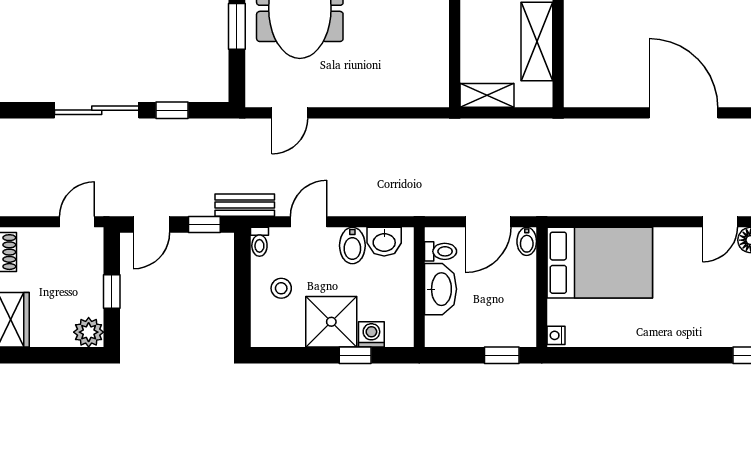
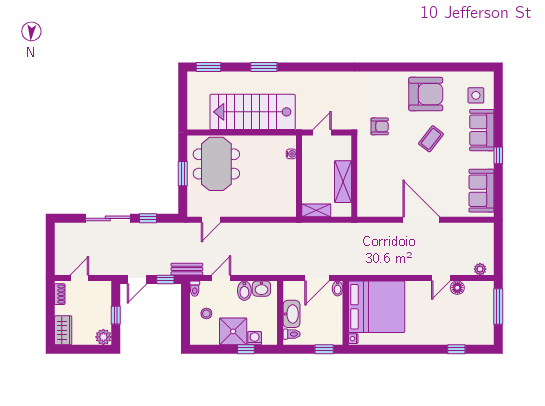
door: (77, 222) -> (79, 278), moved
toilet: (441, 251) -> (292, 334), moved
bed: (600, 263) -> (377, 307), width x1.36

